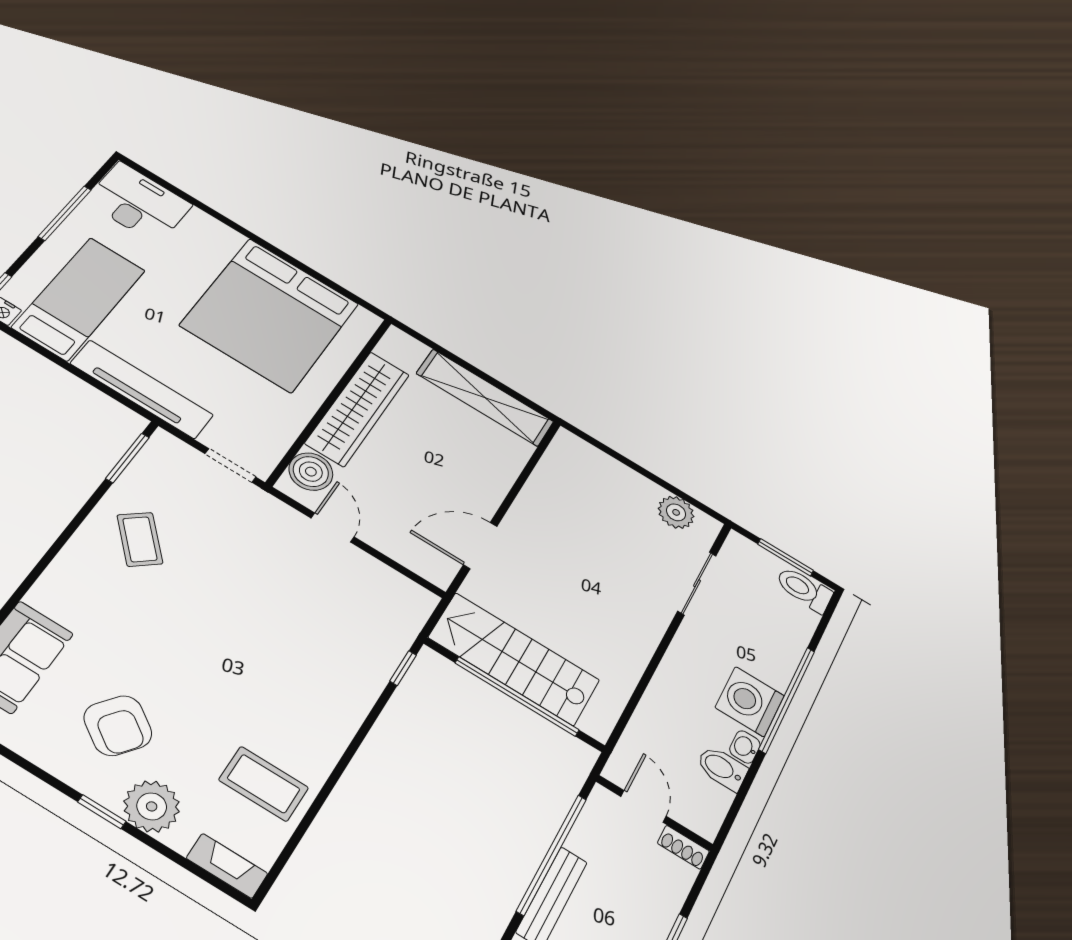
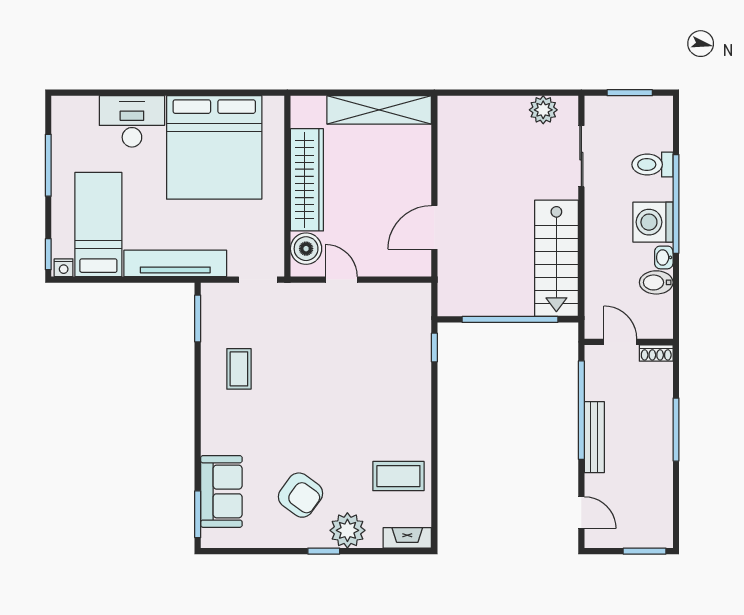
desk: (138, 203) -> (132, 121), moved
coffee table: (140, 539) -> (239, 369), turned 42
toilet: (804, 589) -> (653, 165), moved
stairs: (514, 659) -> (556, 258), moved, turned -90

